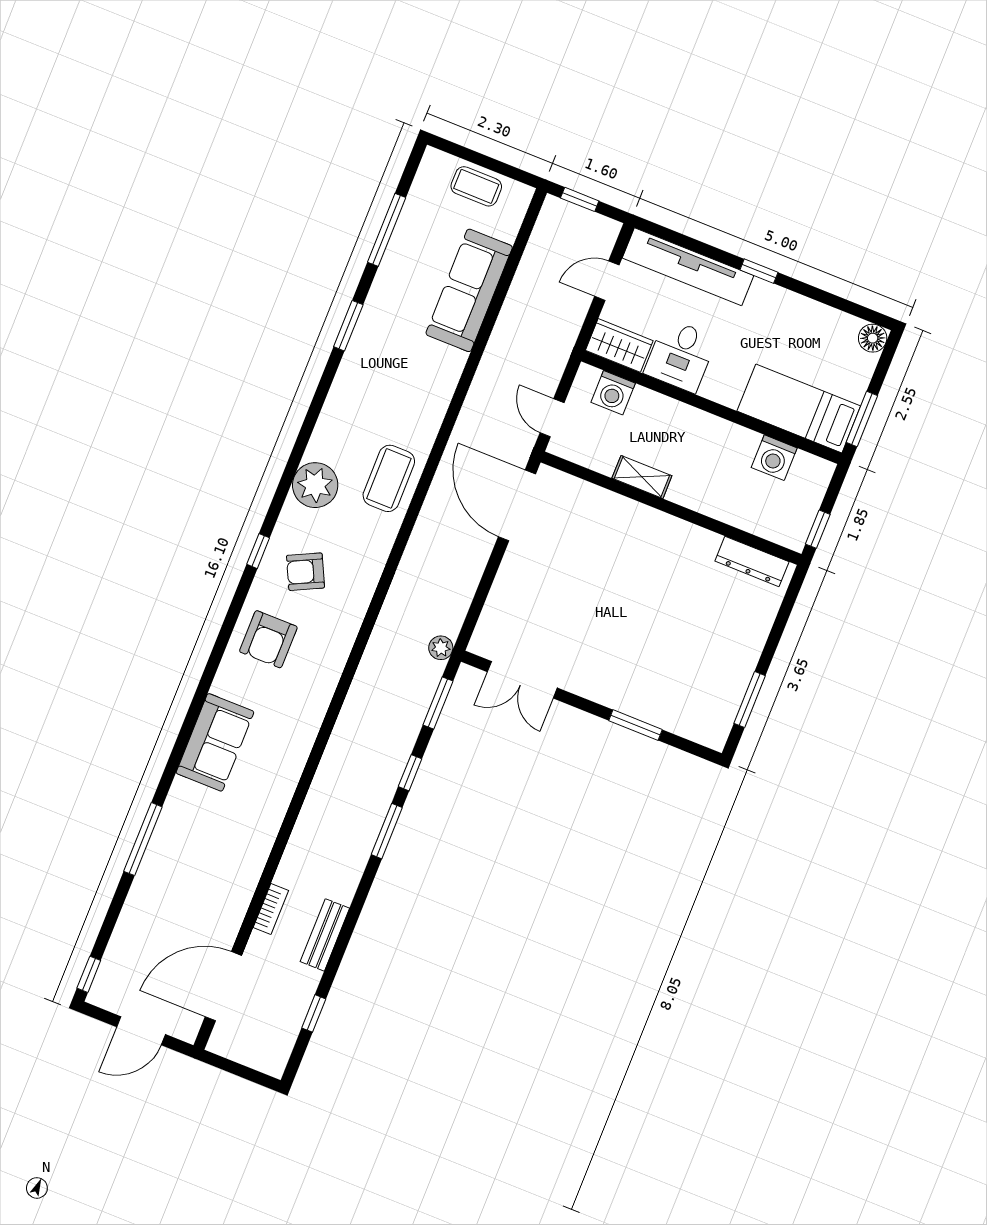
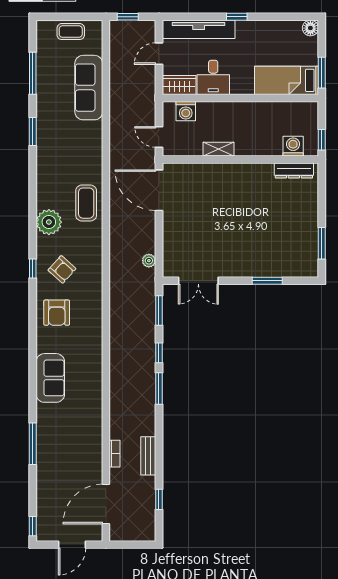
washing machine: (774, 458) -> (293, 146), moved, turned 180
armchair: (305, 572) -> (62, 269), turned -112
plant: (441, 648) -> (149, 261), moved

